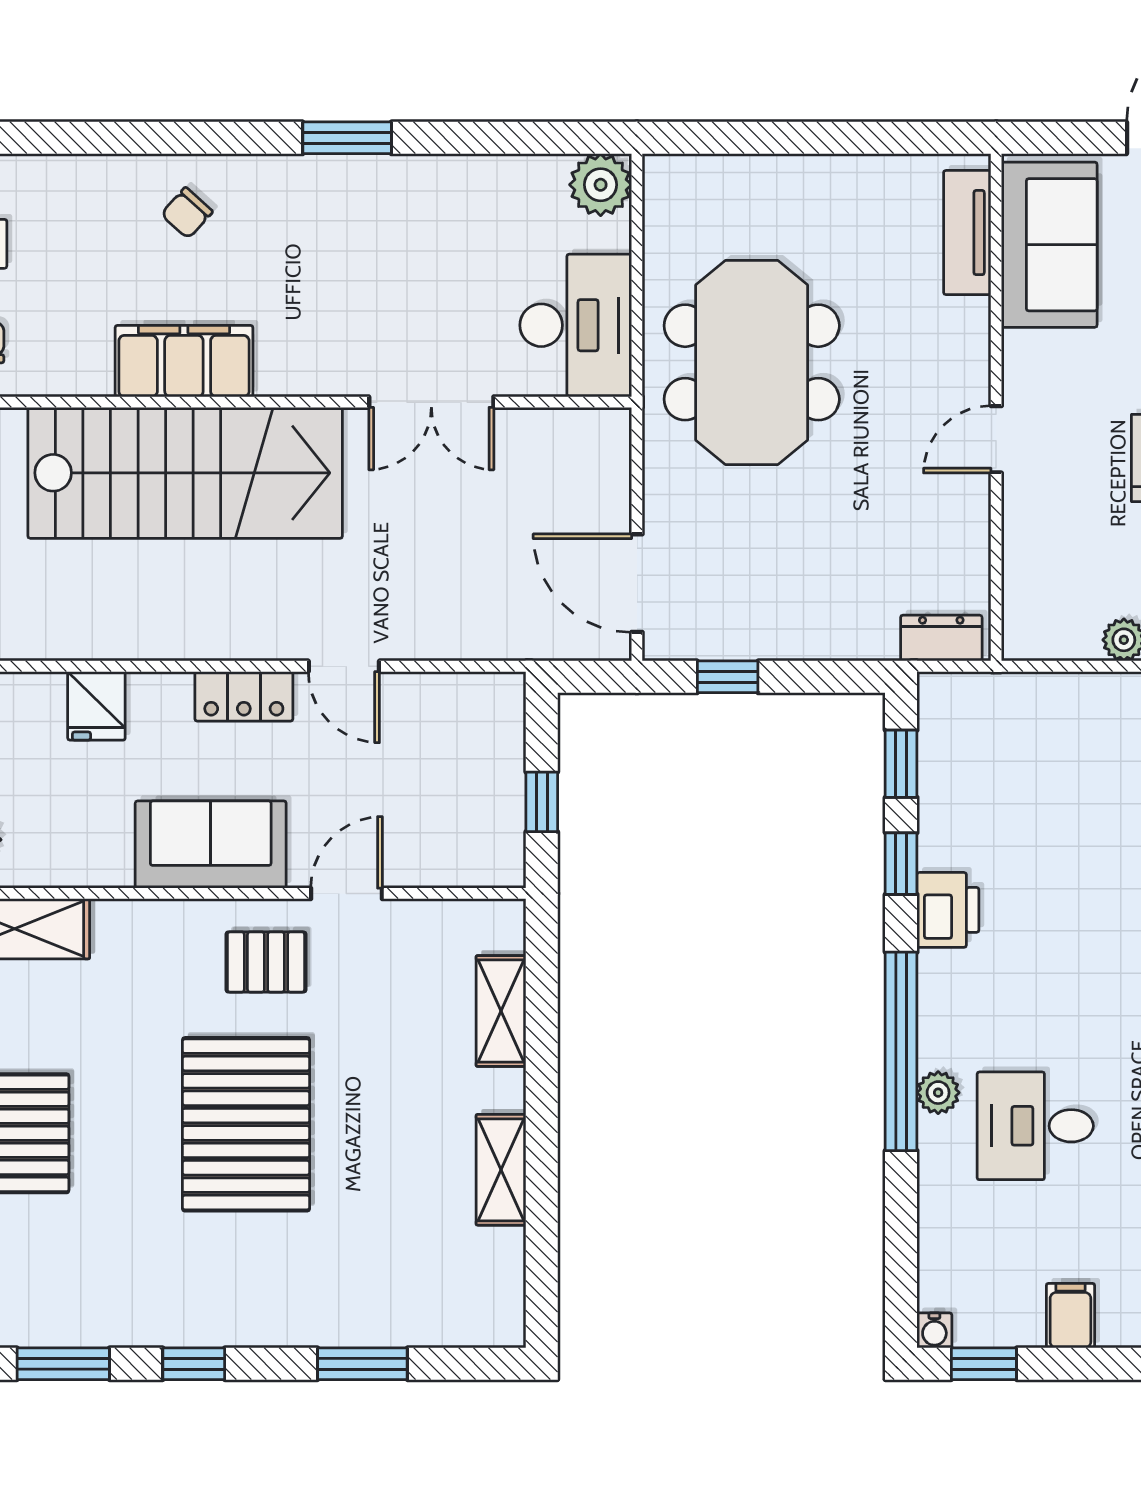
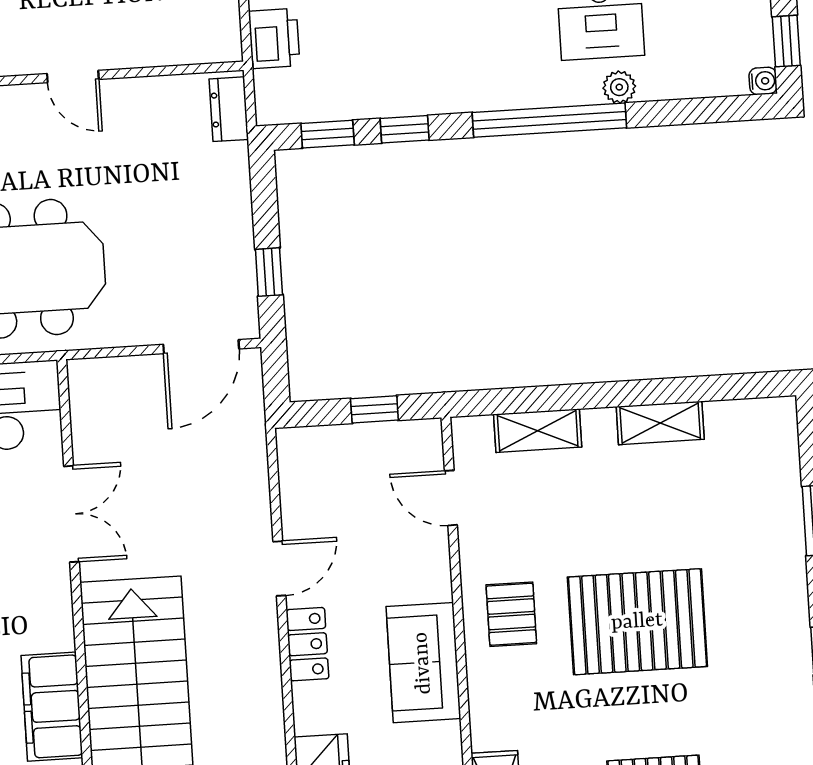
door: (346, 893) -> (451, 498), moved
printer: (948, 910) -> (274, 38), moved, turned 90
plant: (938, 1093) -> (619, 87), moved

